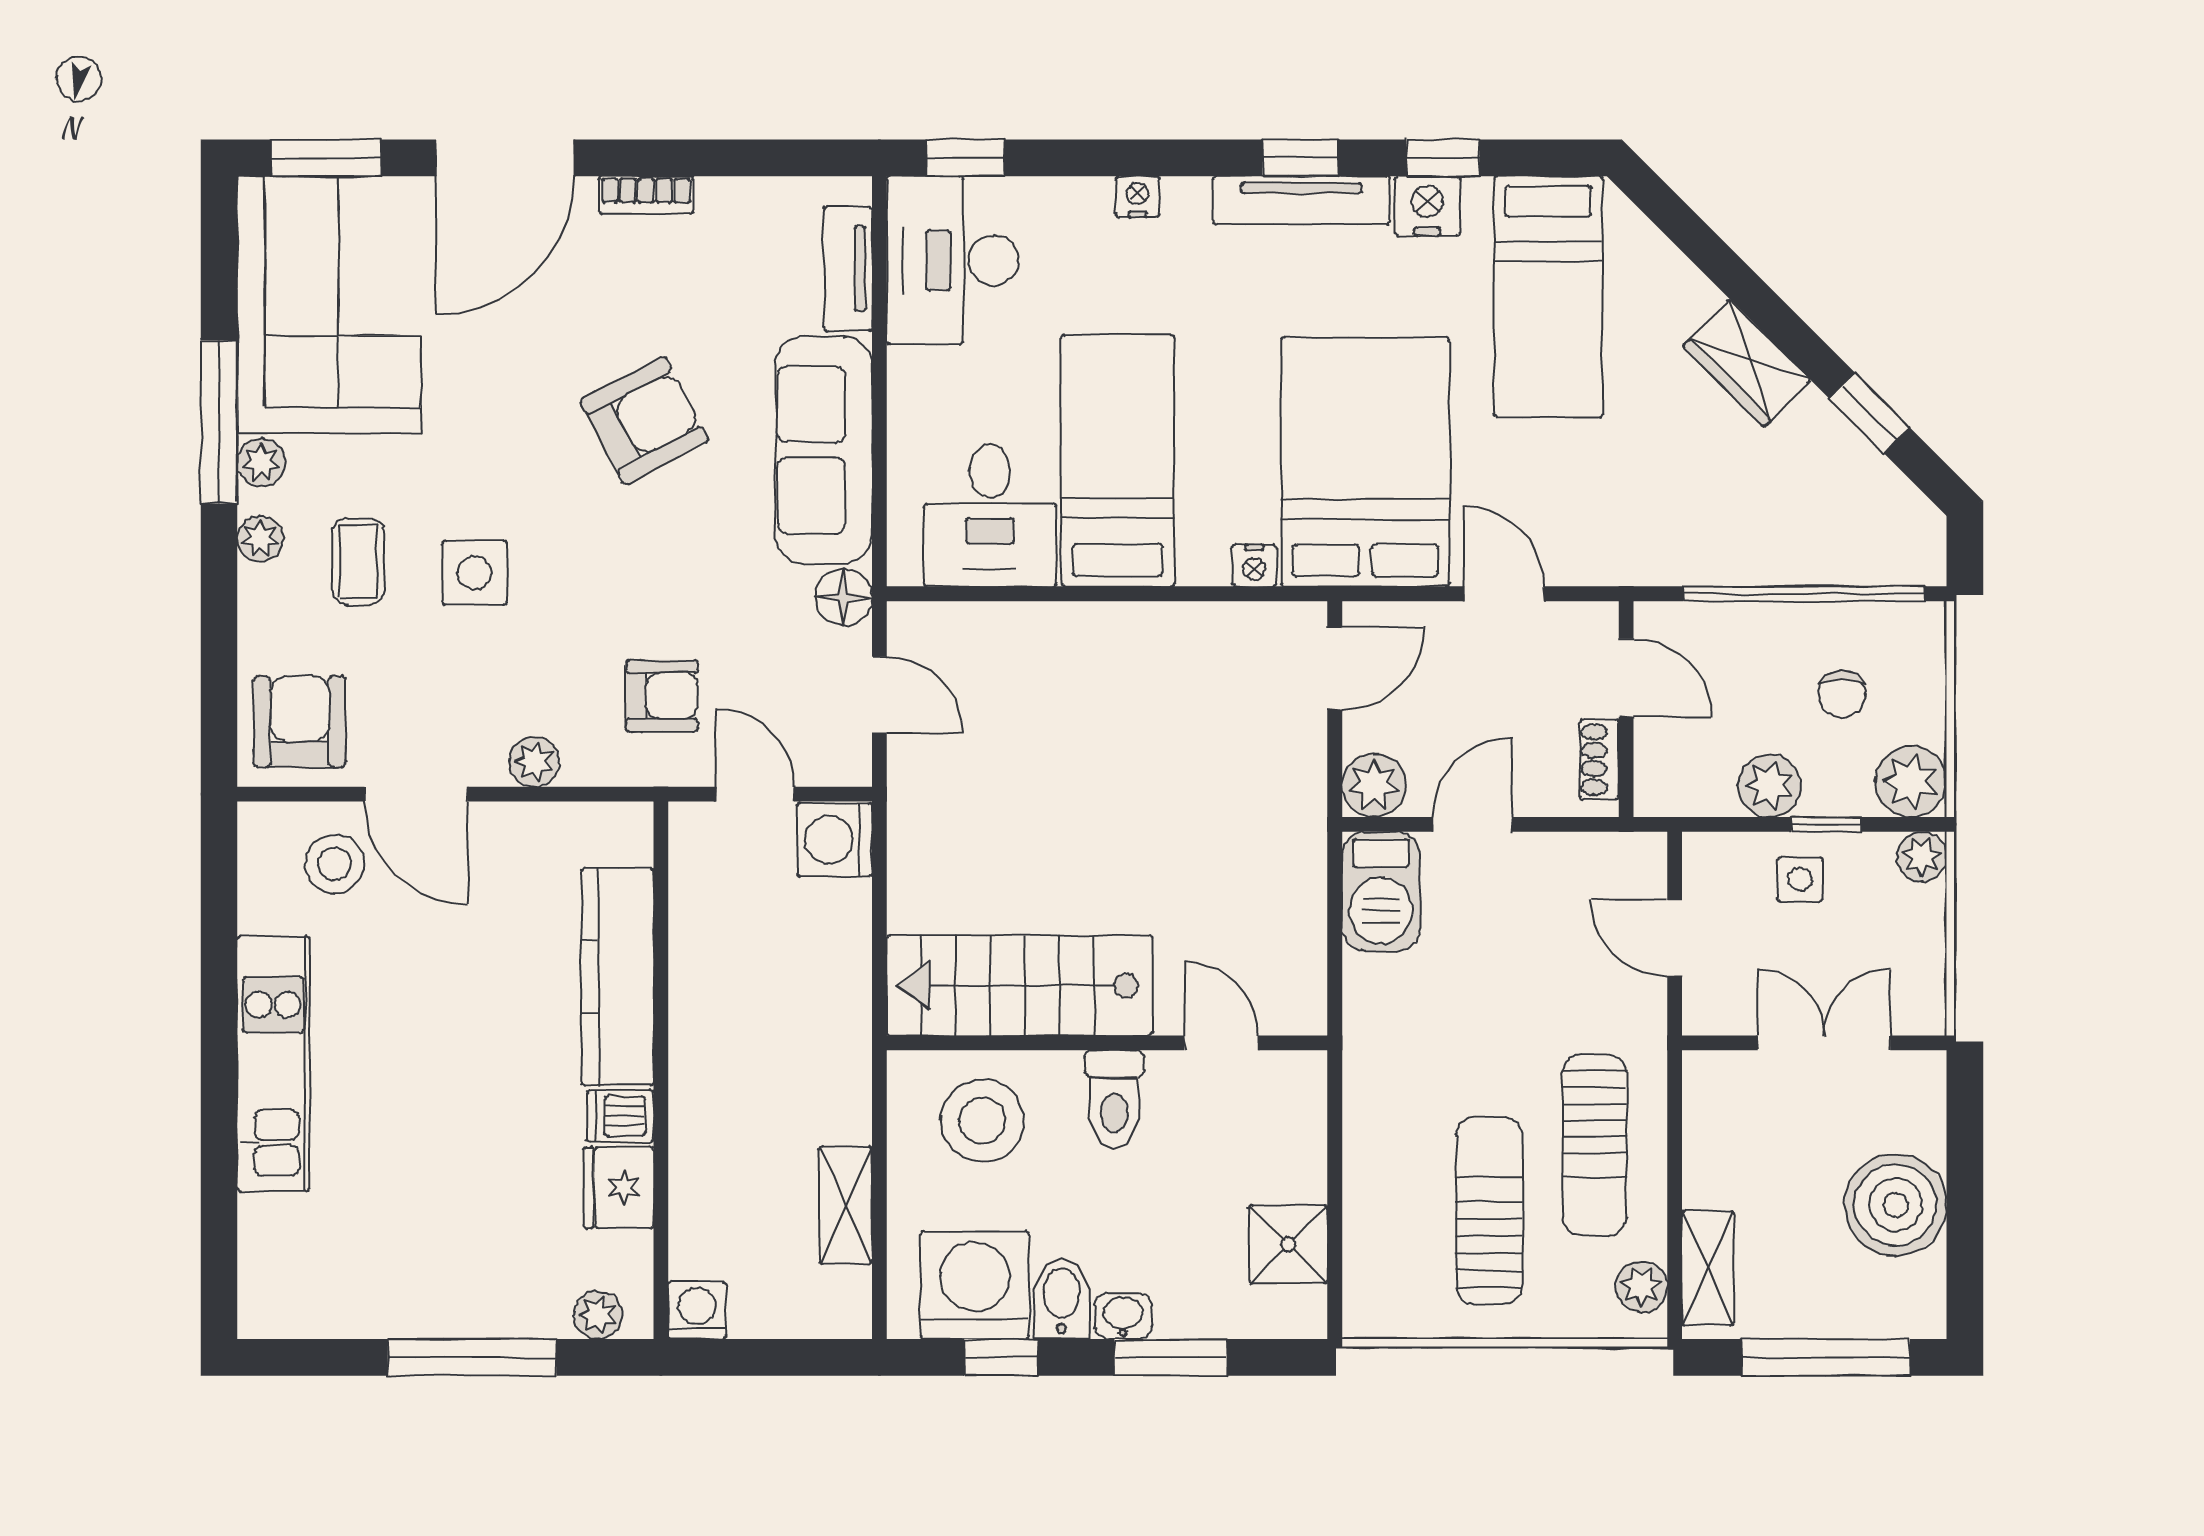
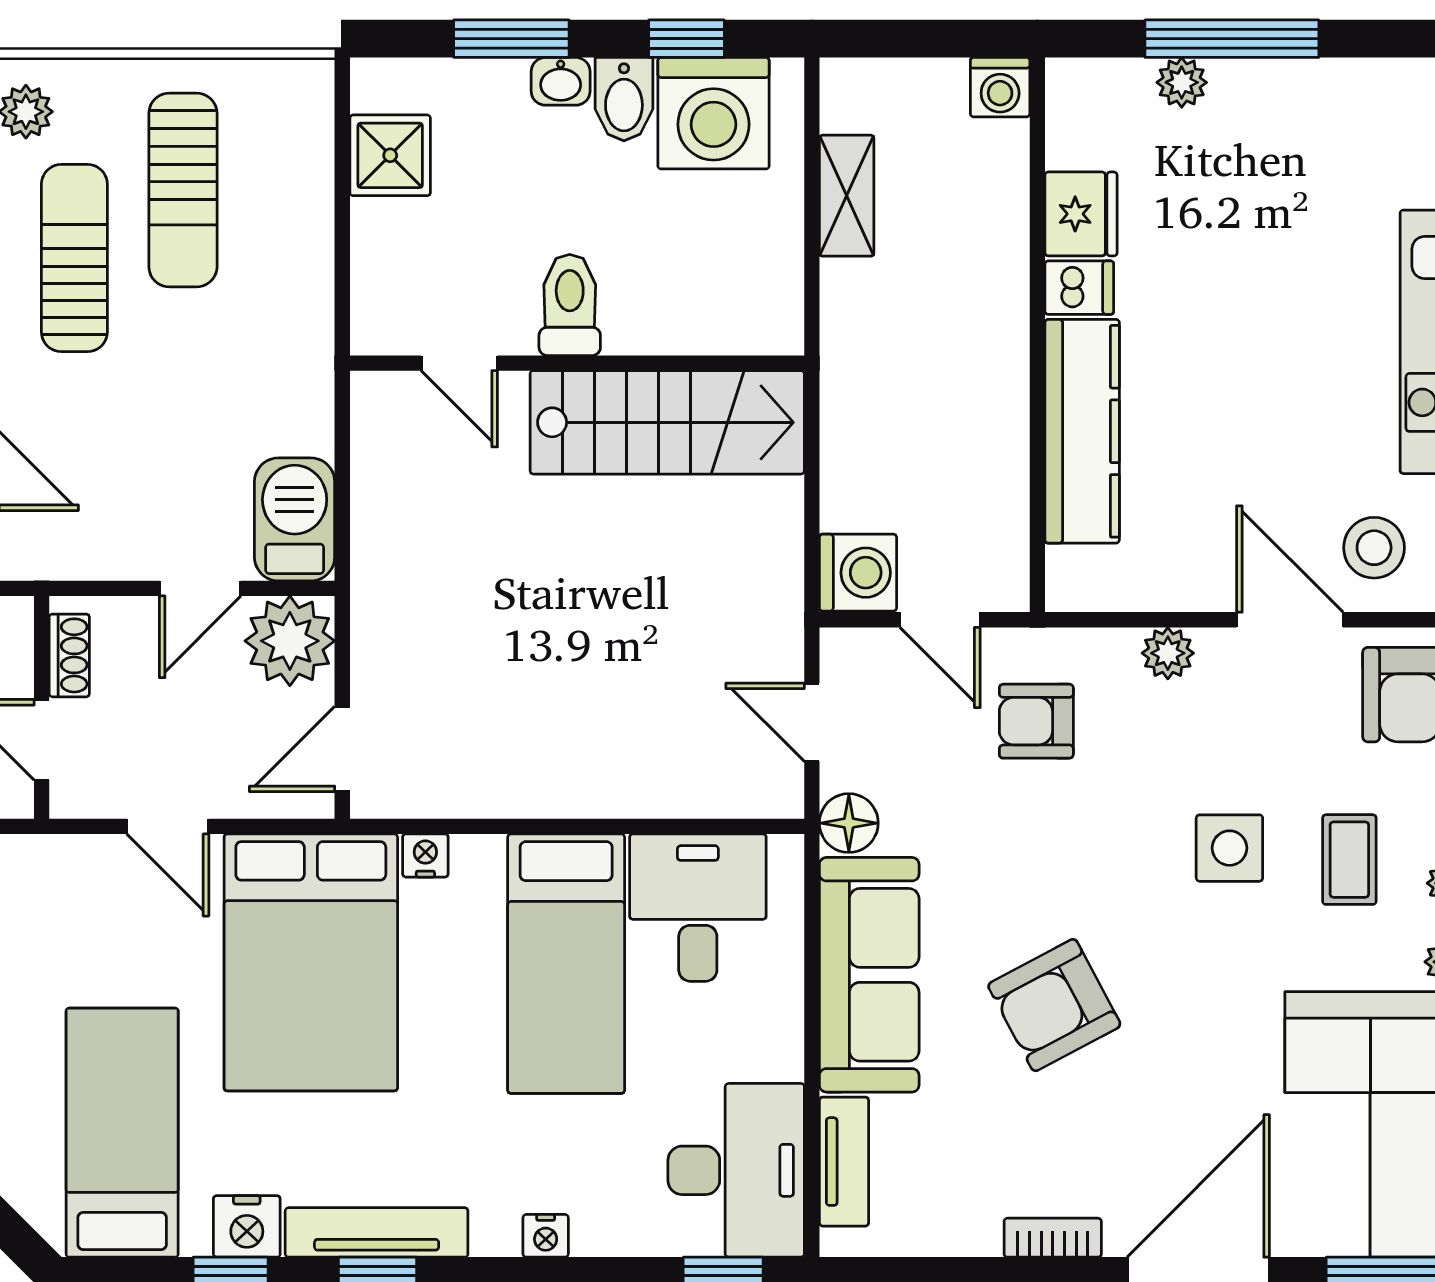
plant: (1374, 785) -> (290, 641), width x1.36, depth x1.36
stool: (982, 1121) -> (706, 283), removed
plant: (598, 1315) -> (1182, 82), moved

